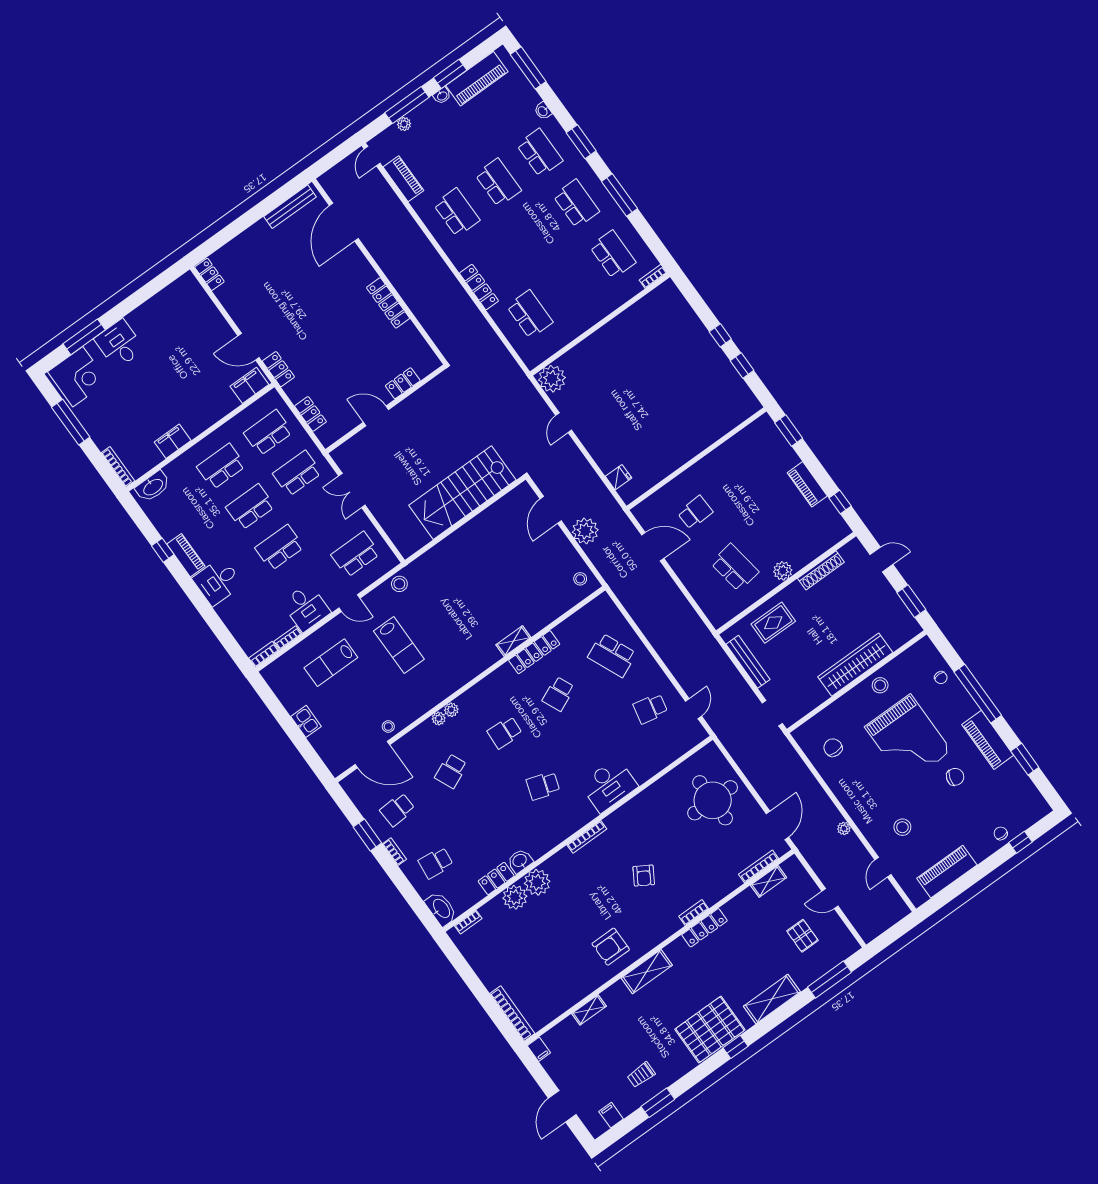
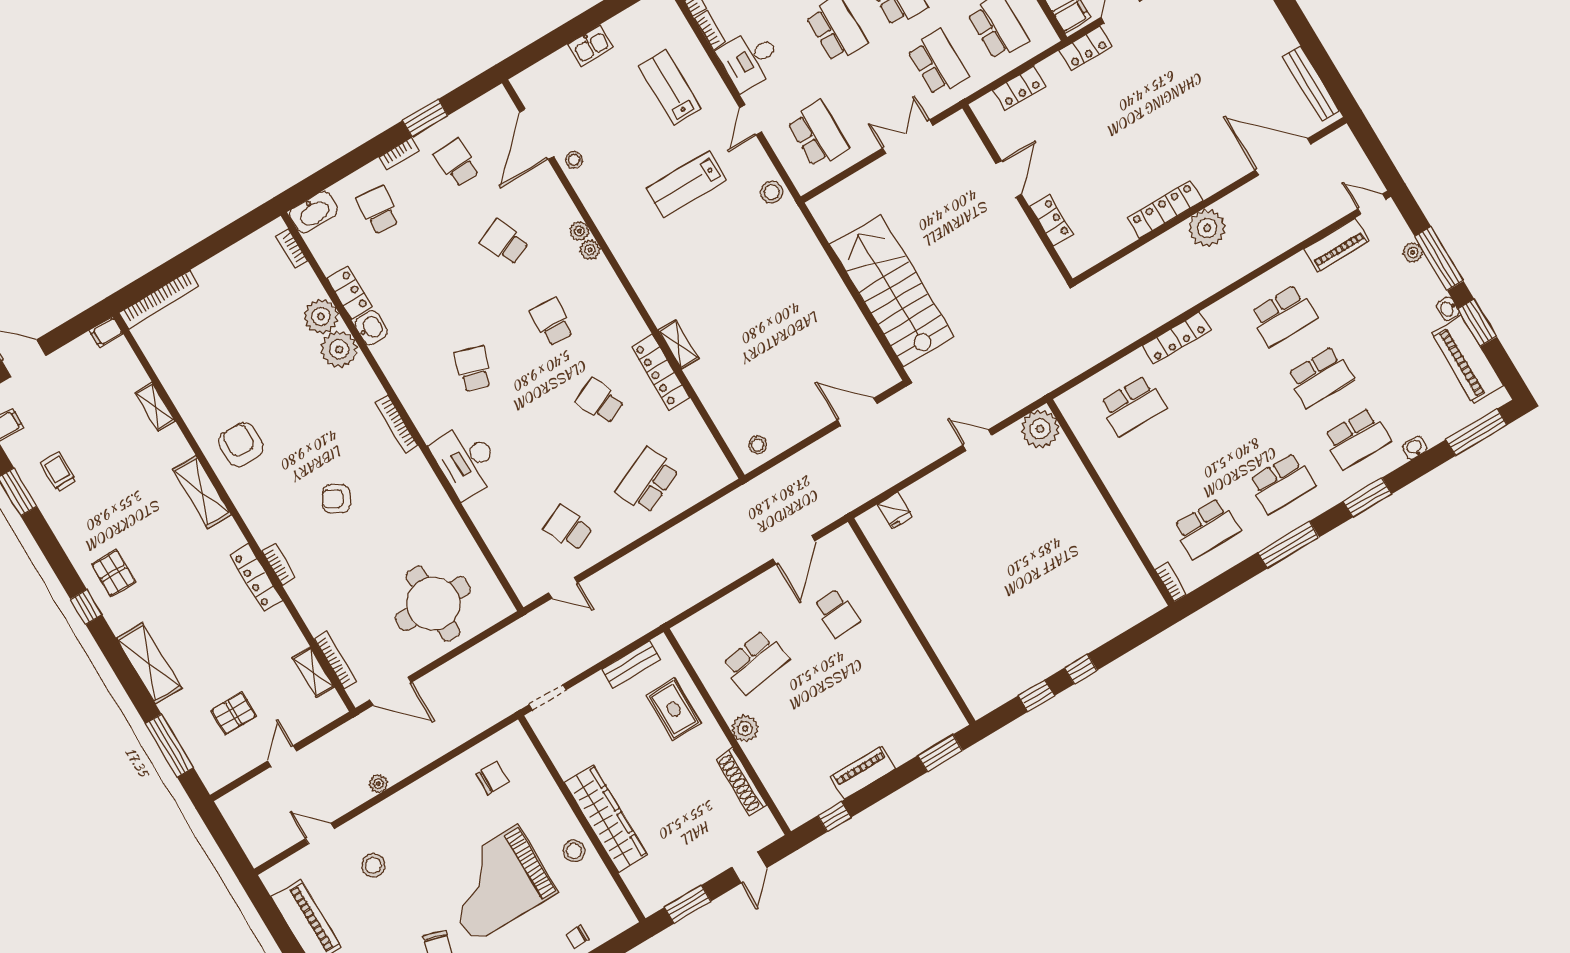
plant: (585, 531) -> (1207, 228), moved
bench: (748, 662) -> (631, 664), width x0.73
school desk: (650, 709) -> (568, 528), turned -36
pallet: (710, 1030) -> (114, 573), width x0.49, depth x0.50

